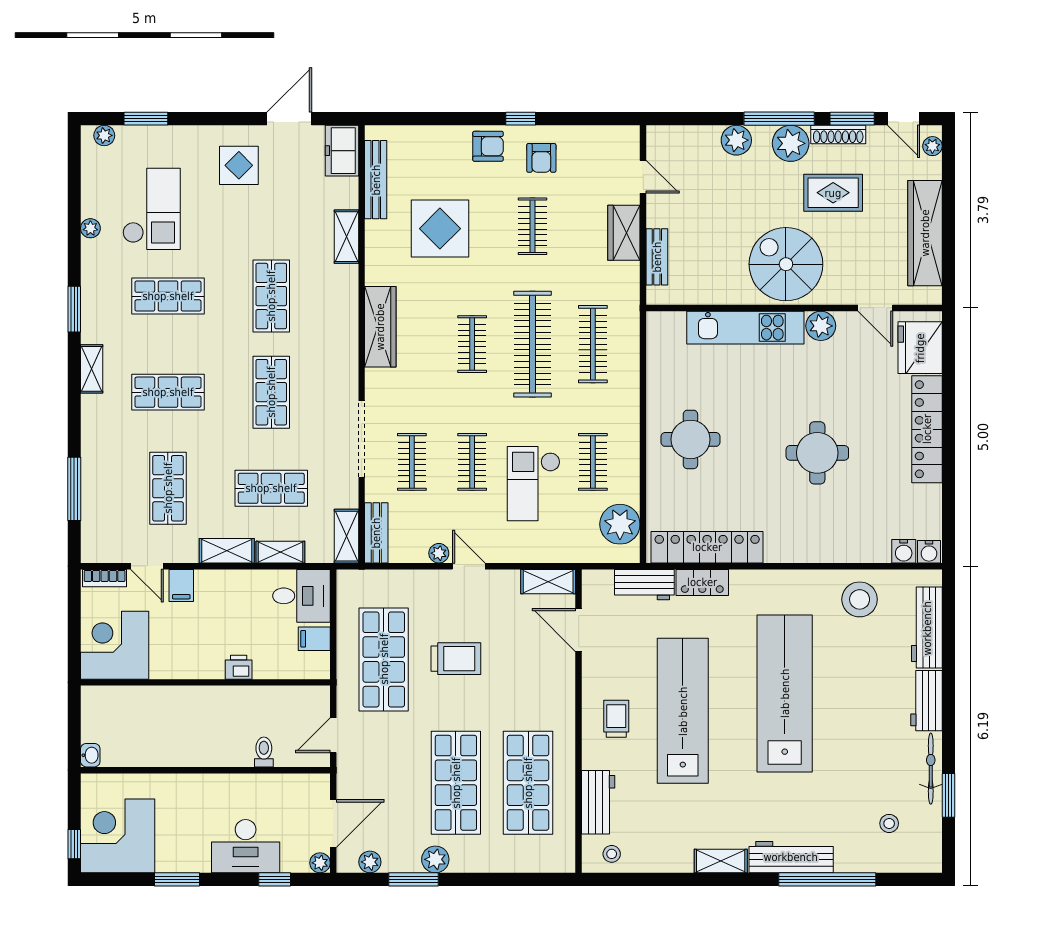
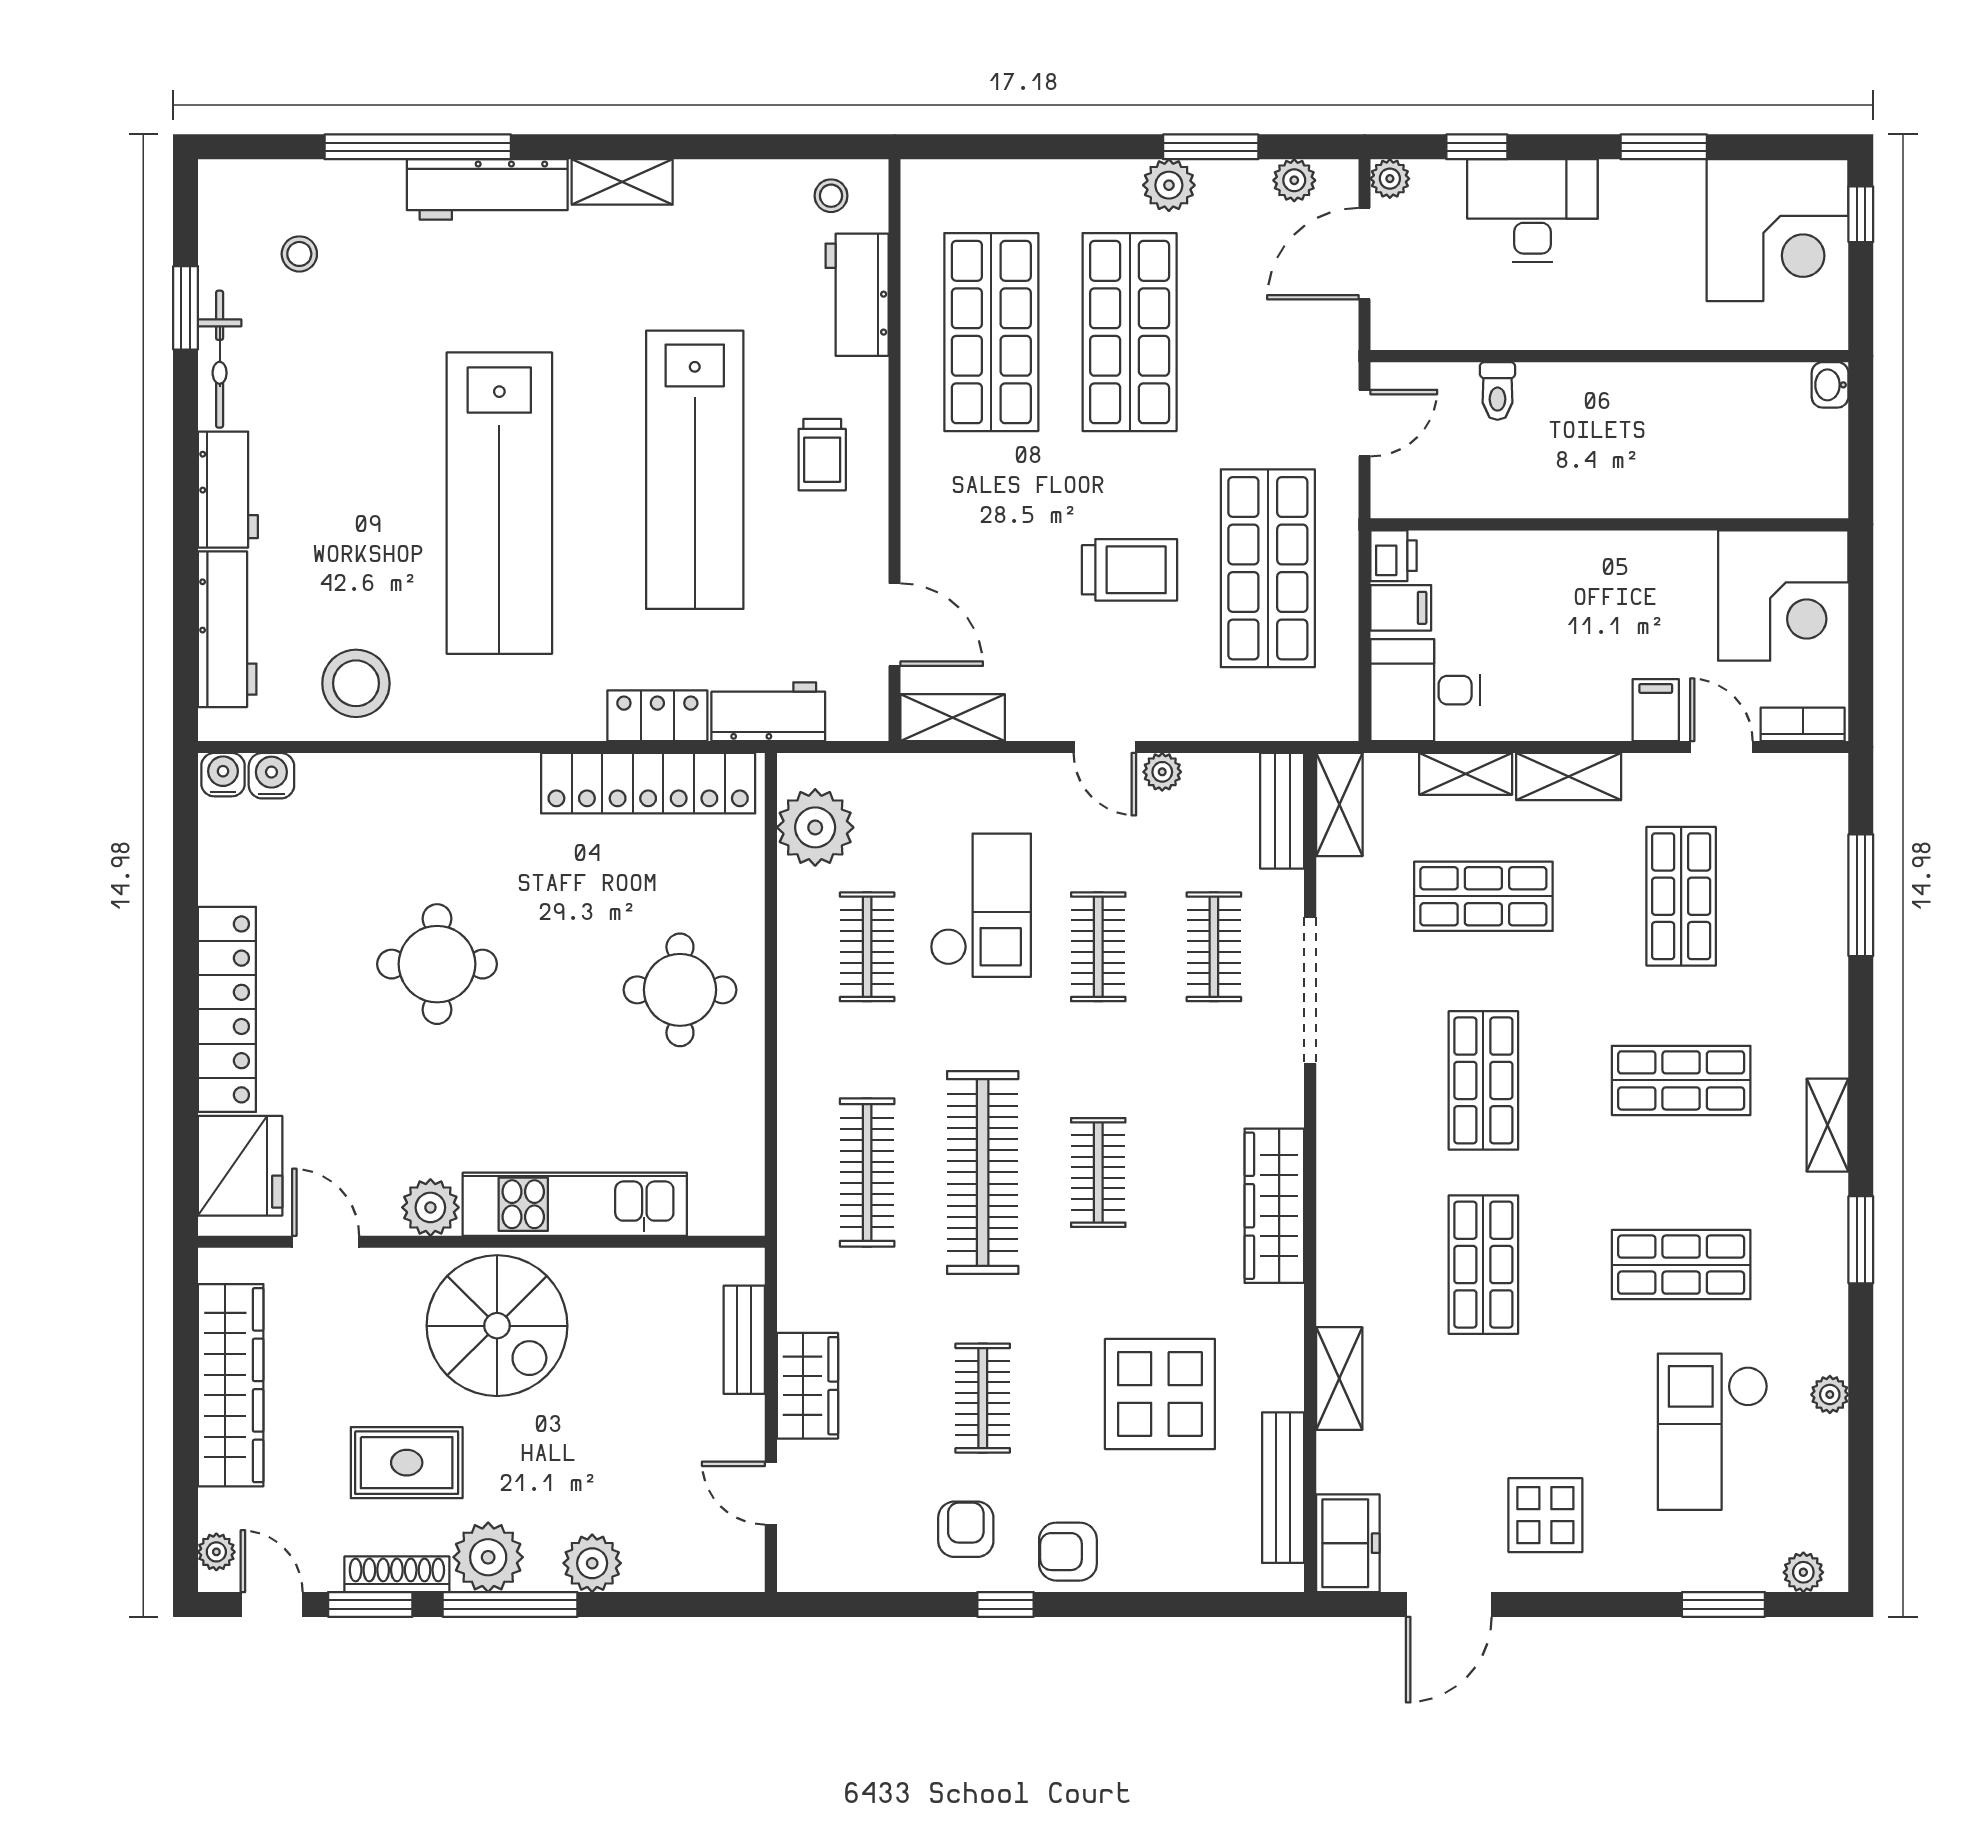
trolley: (456, 659) -> (1130, 570), turned 180
printer: (239, 667) -> (1394, 556), moved, turned -90

